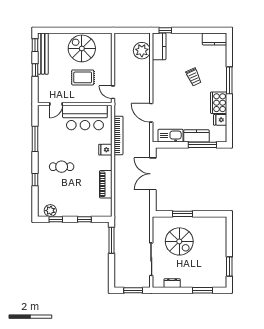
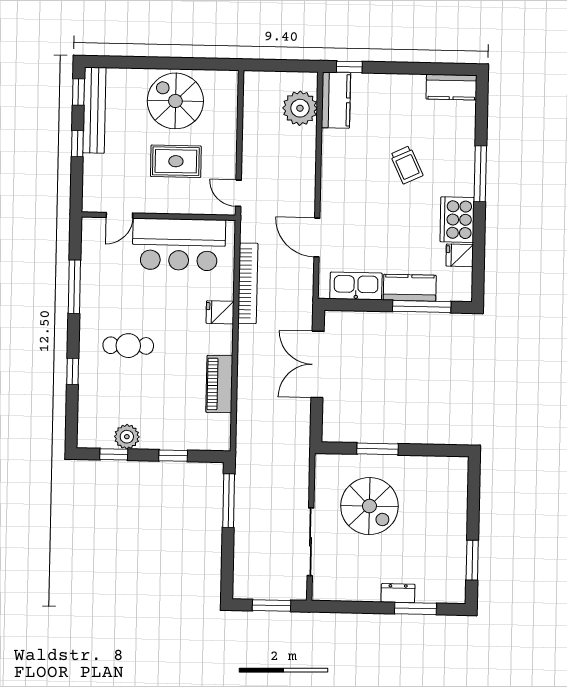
plant: (50, 211) -> (127, 437), moved
dresser: (172, 283) -> (398, 593), moved

